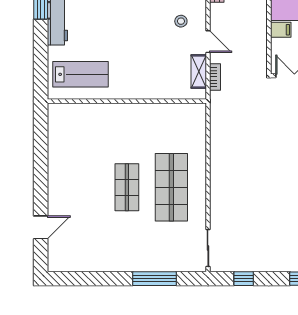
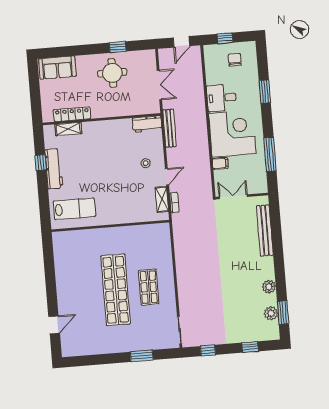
door: (208, 42) -> (167, 177), hinge flipped
shop shelf: (127, 187) -> (116, 290), width x2.00, depth x1.36
shop shelf: (171, 187) -> (149, 287), width x0.70, depth x0.74
window: (154, 279) -> (142, 356), width x0.69

